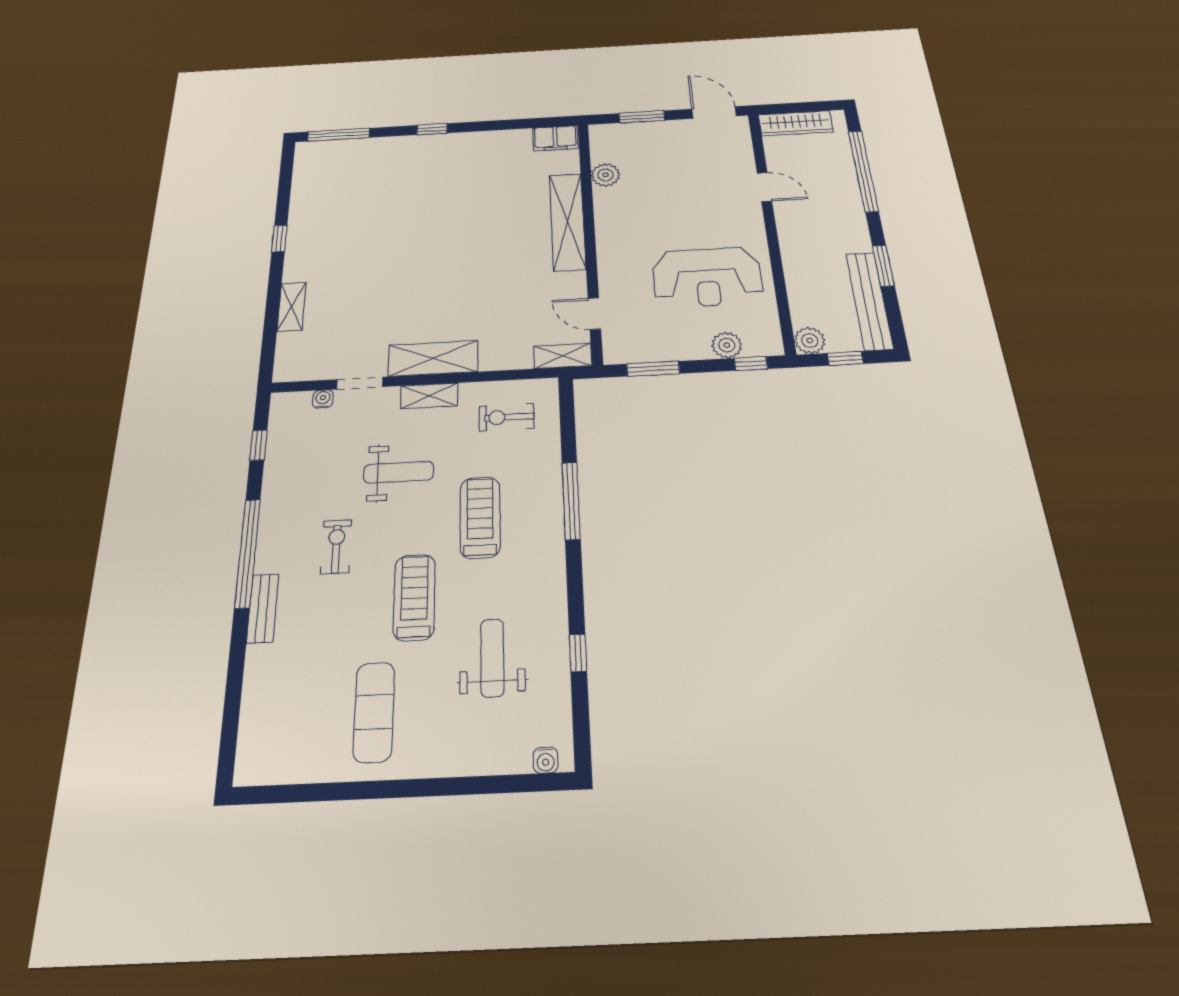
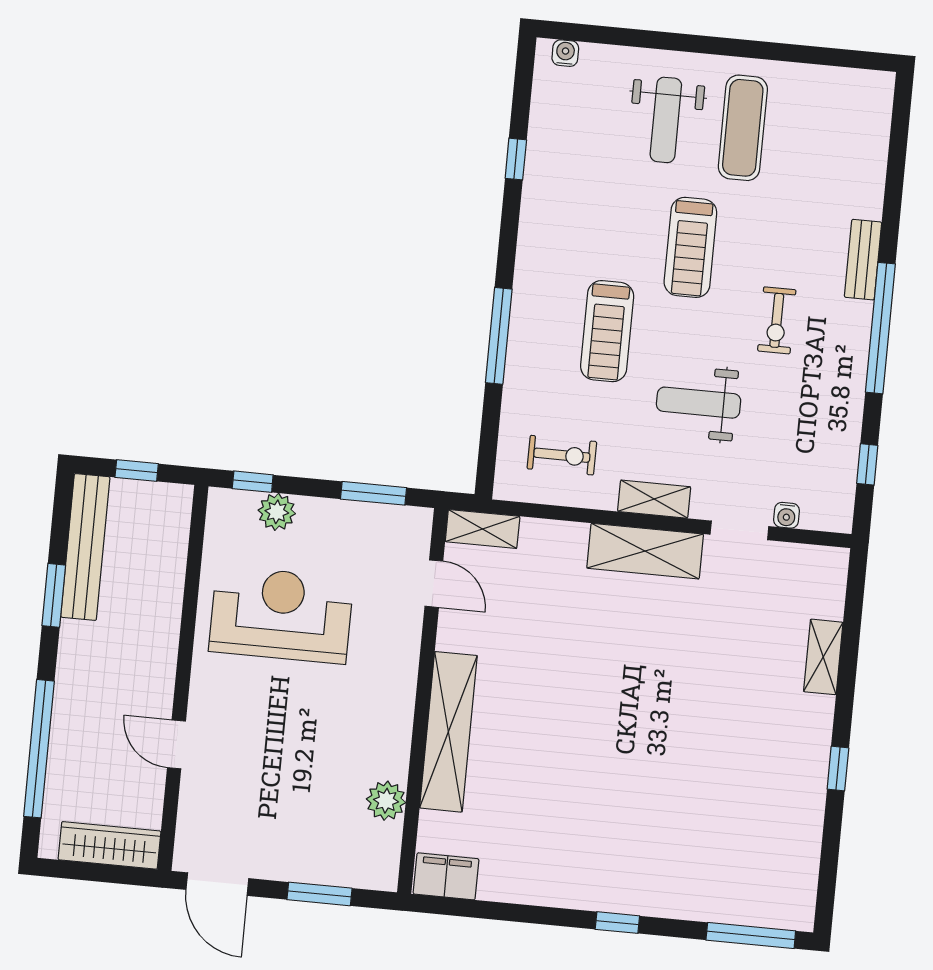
plant: (810, 341) -> (173, 502), removed
weight bench: (492, 658) -> (666, 120), moved

